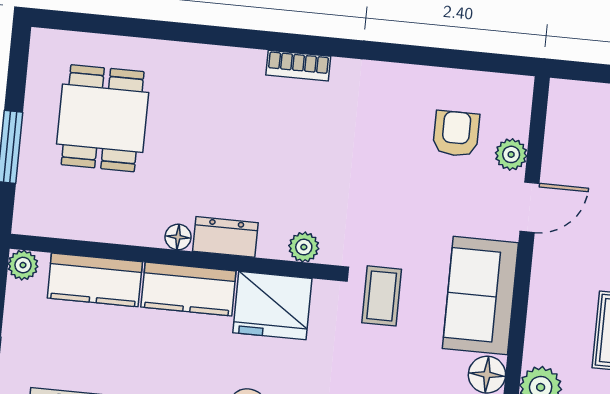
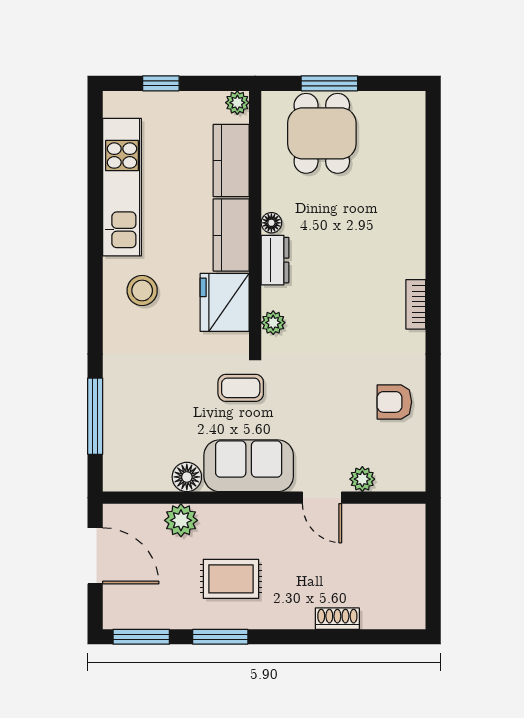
dining table: (103, 118) -> (322, 133), moved, turned 90
armchair: (456, 134) -> (394, 402), moved, turned 180

